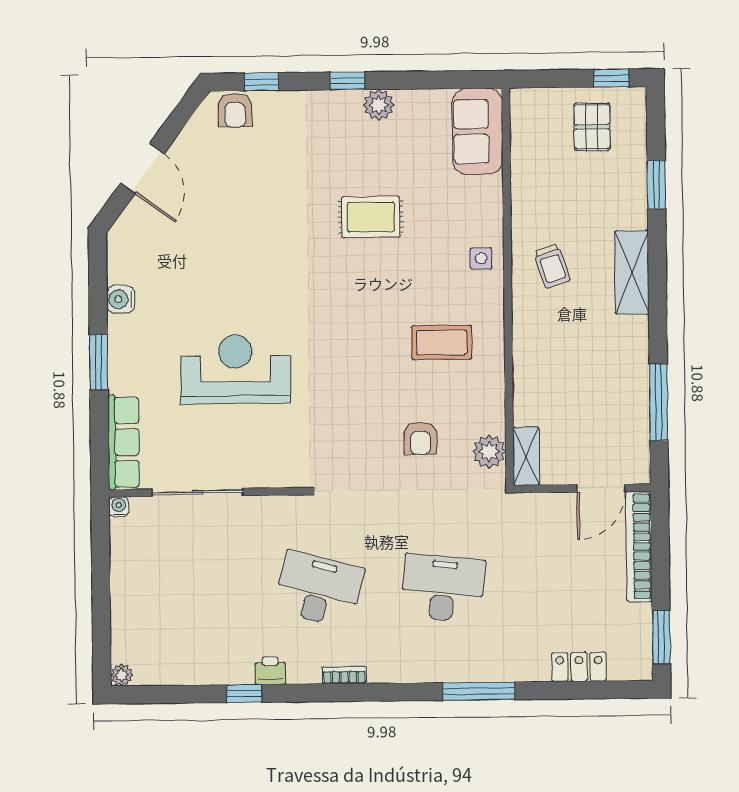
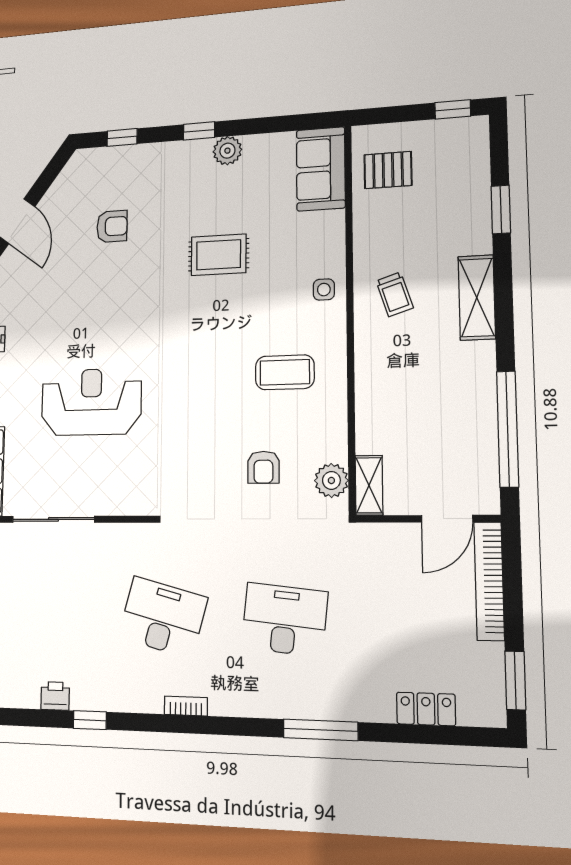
armchair: (235, 110) -> (112, 226), moved, turned -90
pallet: (592, 127) -> (388, 170), moved, turned 90
window: (659, 402) -> (508, 429), width x1.46
printer: (270, 671) -> (55, 696), moved

